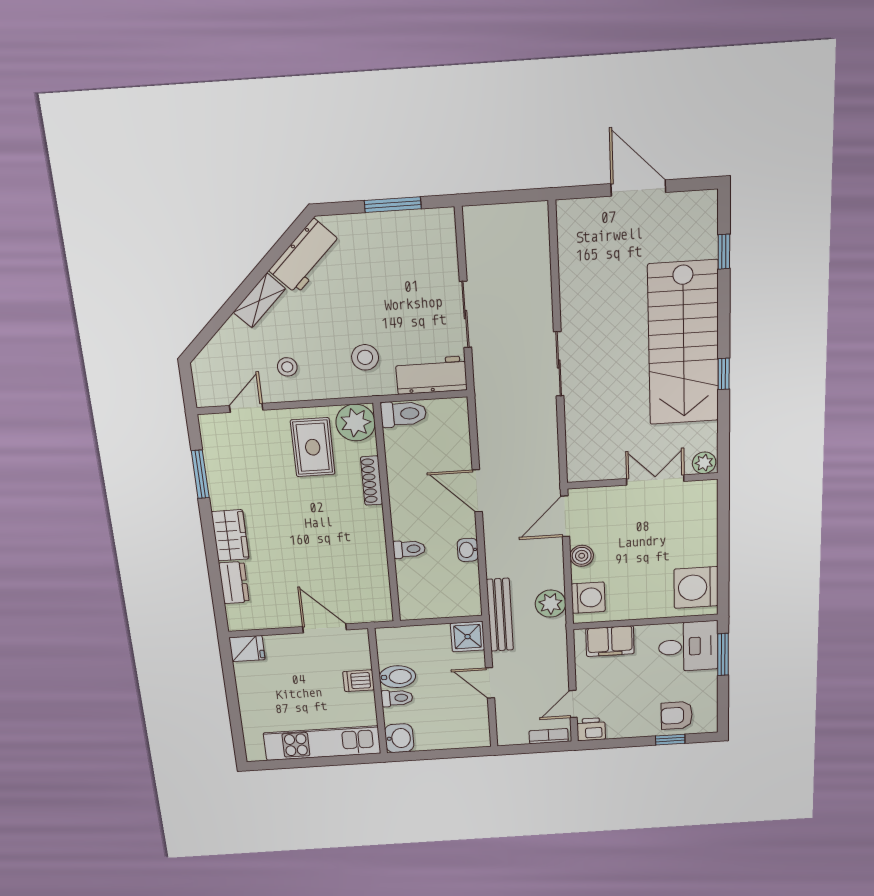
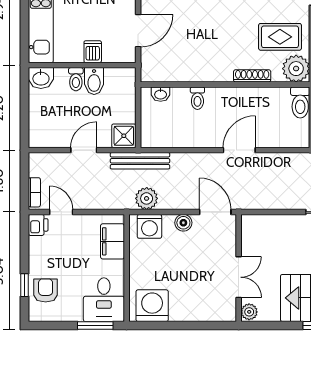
washbasin: (468, 550) -> (161, 94), moved, turned 180

